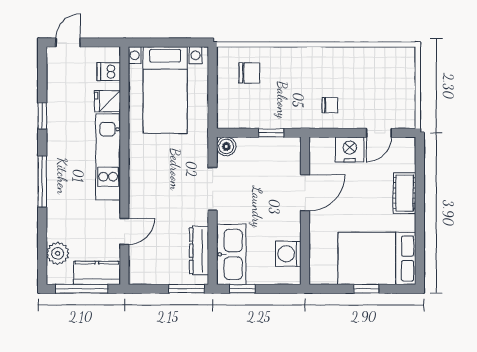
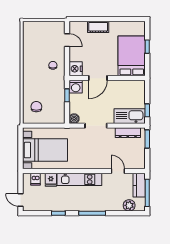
nightstand: (350, 149) -> (76, 69), moved
door: (305, 193) -> (98, 78), swing flipped
washing machine: (288, 254) -> (76, 87), moved
bed: (377, 258) -> (132, 56), moved, turned 180

